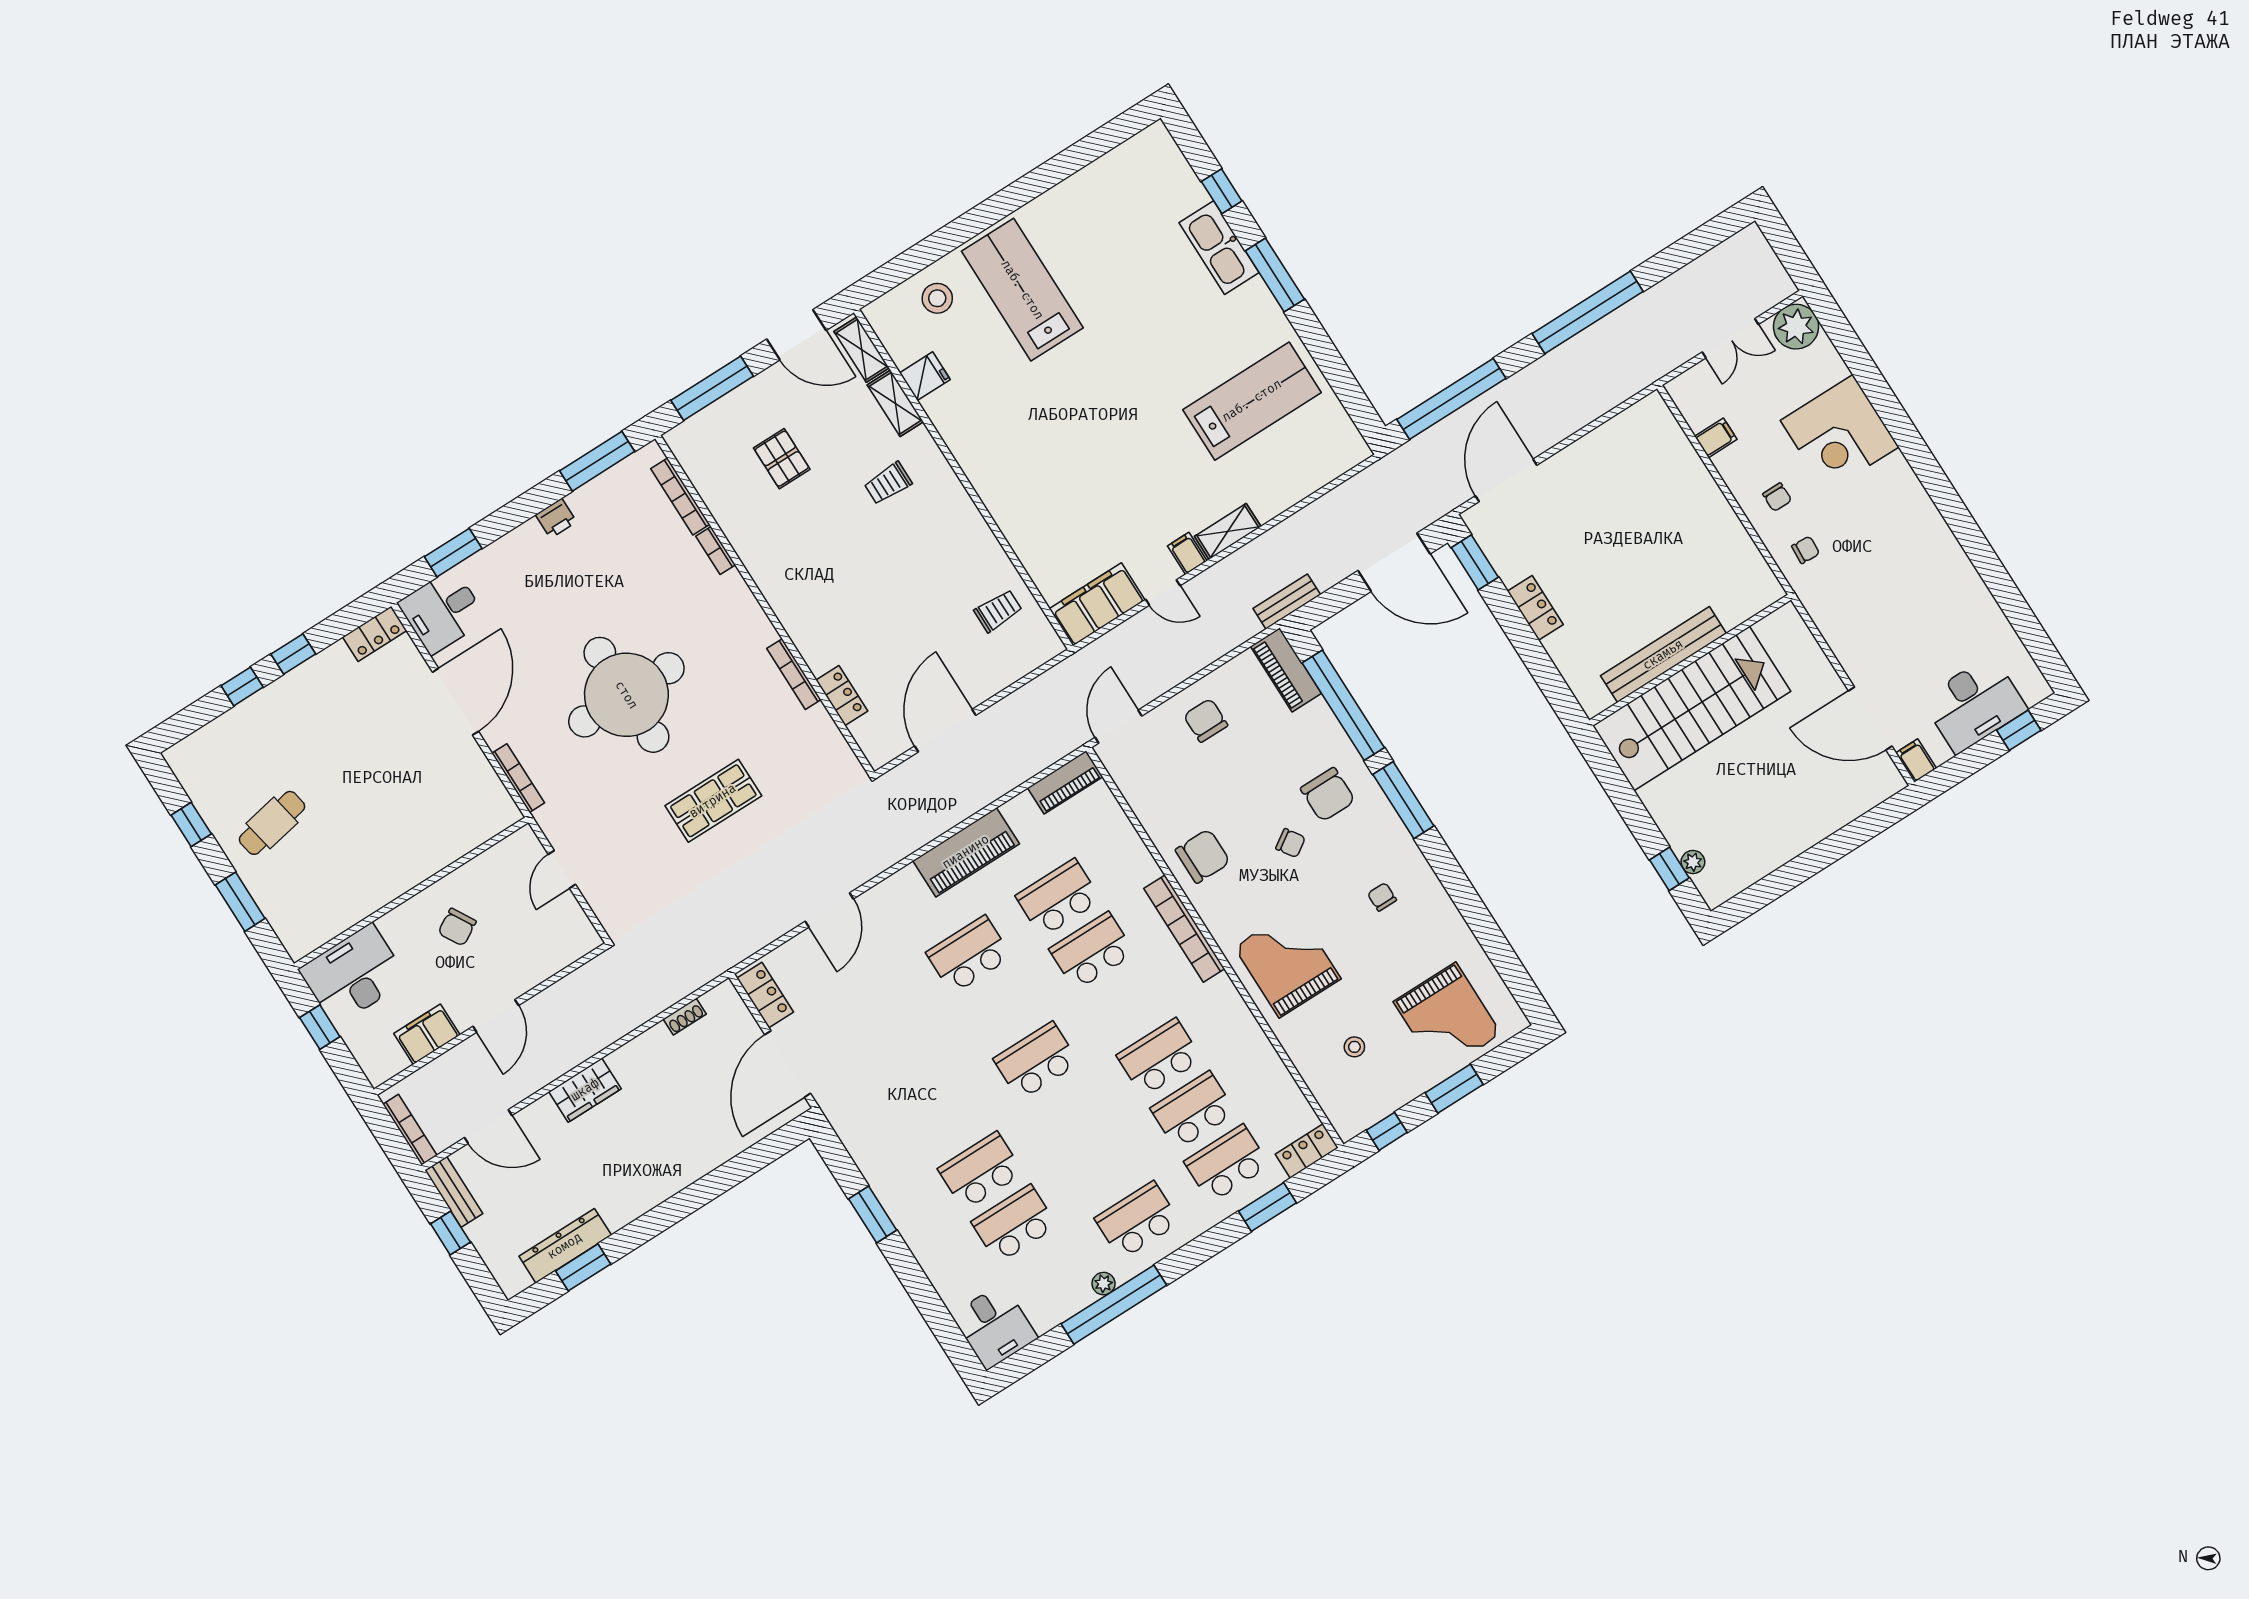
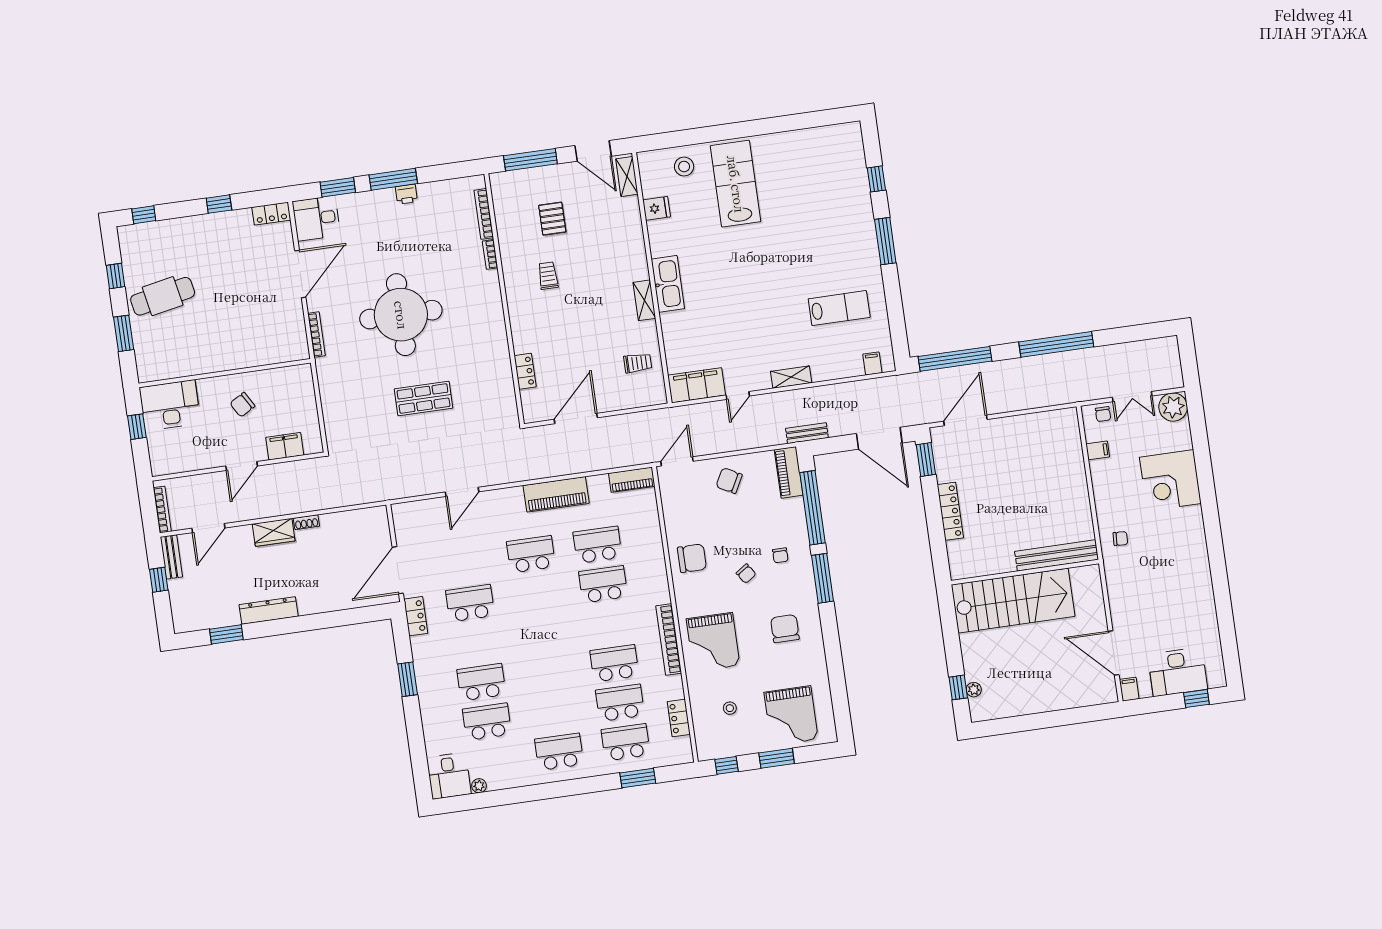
kitchen sink: (1219, 248) -> (668, 284), moved, turned 180
lab bench: (1252, 401) -> (839, 308), width x0.73, depth x0.72
shelving: (895, 403) -> (644, 300), moved
window: (597, 461) -> (393, 179), moved
trolley: (888, 483) -> (548, 276), moved, turned 90
chair: (1777, 497) -> (1103, 414), moved
filing cabinet: (1187, 553) -> (872, 363), moved
door: (1163, 592) -> (738, 395), hinge flipped
locker: (1535, 608) -> (950, 511), width x1.53
bench: (1663, 655) -> (1057, 555), moved
bookcase: (794, 674) -> (503, 346), removed
window: (242, 686) -> (144, 215), moved
chair: (1206, 720) -> (729, 481), turned -62
chair: (1328, 795) -> (780, 555), width x0.54, depth x0.54
cafe table: (272, 823) -> (163, 296), width x1.37, depth x1.35
door: (562, 869) -> (318, 399), removed
chair: (1382, 897) -> (785, 629), width x1.87, depth x1.87
bookcase: (1184, 929) -> (669, 639), moved
grand piano: (1287, 963) -> (713, 642), turned 180
locker: (765, 995) -> (416, 616), moved
shoe rack: (685, 1017) -> (306, 522), moved
filing cabinet: (427, 1034) -> (285, 446), moved
school desk: (1036, 1061) -> (470, 603), moved
door: (488, 1127) -> (208, 528), hinge flipped
locker: (1307, 1151) -> (679, 718), moved, turned -90
dresser: (565, 1246) -> (269, 610), moved
plant: (1104, 1284) -> (479, 786), moved
window: (1114, 1305) -> (523, 794), removed

